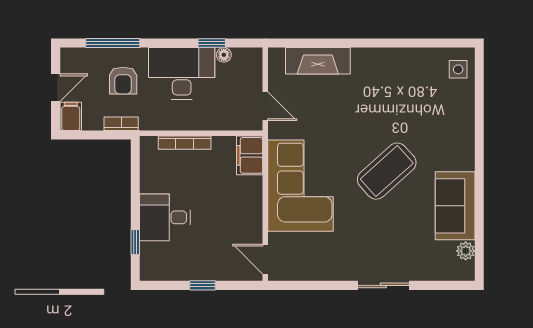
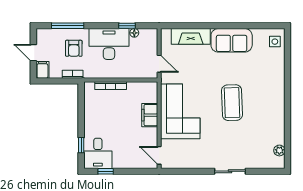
door: (56, 88) -> (33, 53), swing flipped
filing cabinet: (250, 155) -> (150, 115), moved
coffee table: (387, 171) -> (232, 103), turned -50
sofa: (455, 206) -> (232, 40), moved, turned -90
desk: (165, 217) -> (98, 153), moved, turned -90
window: (202, 285) -> (106, 171), moved

